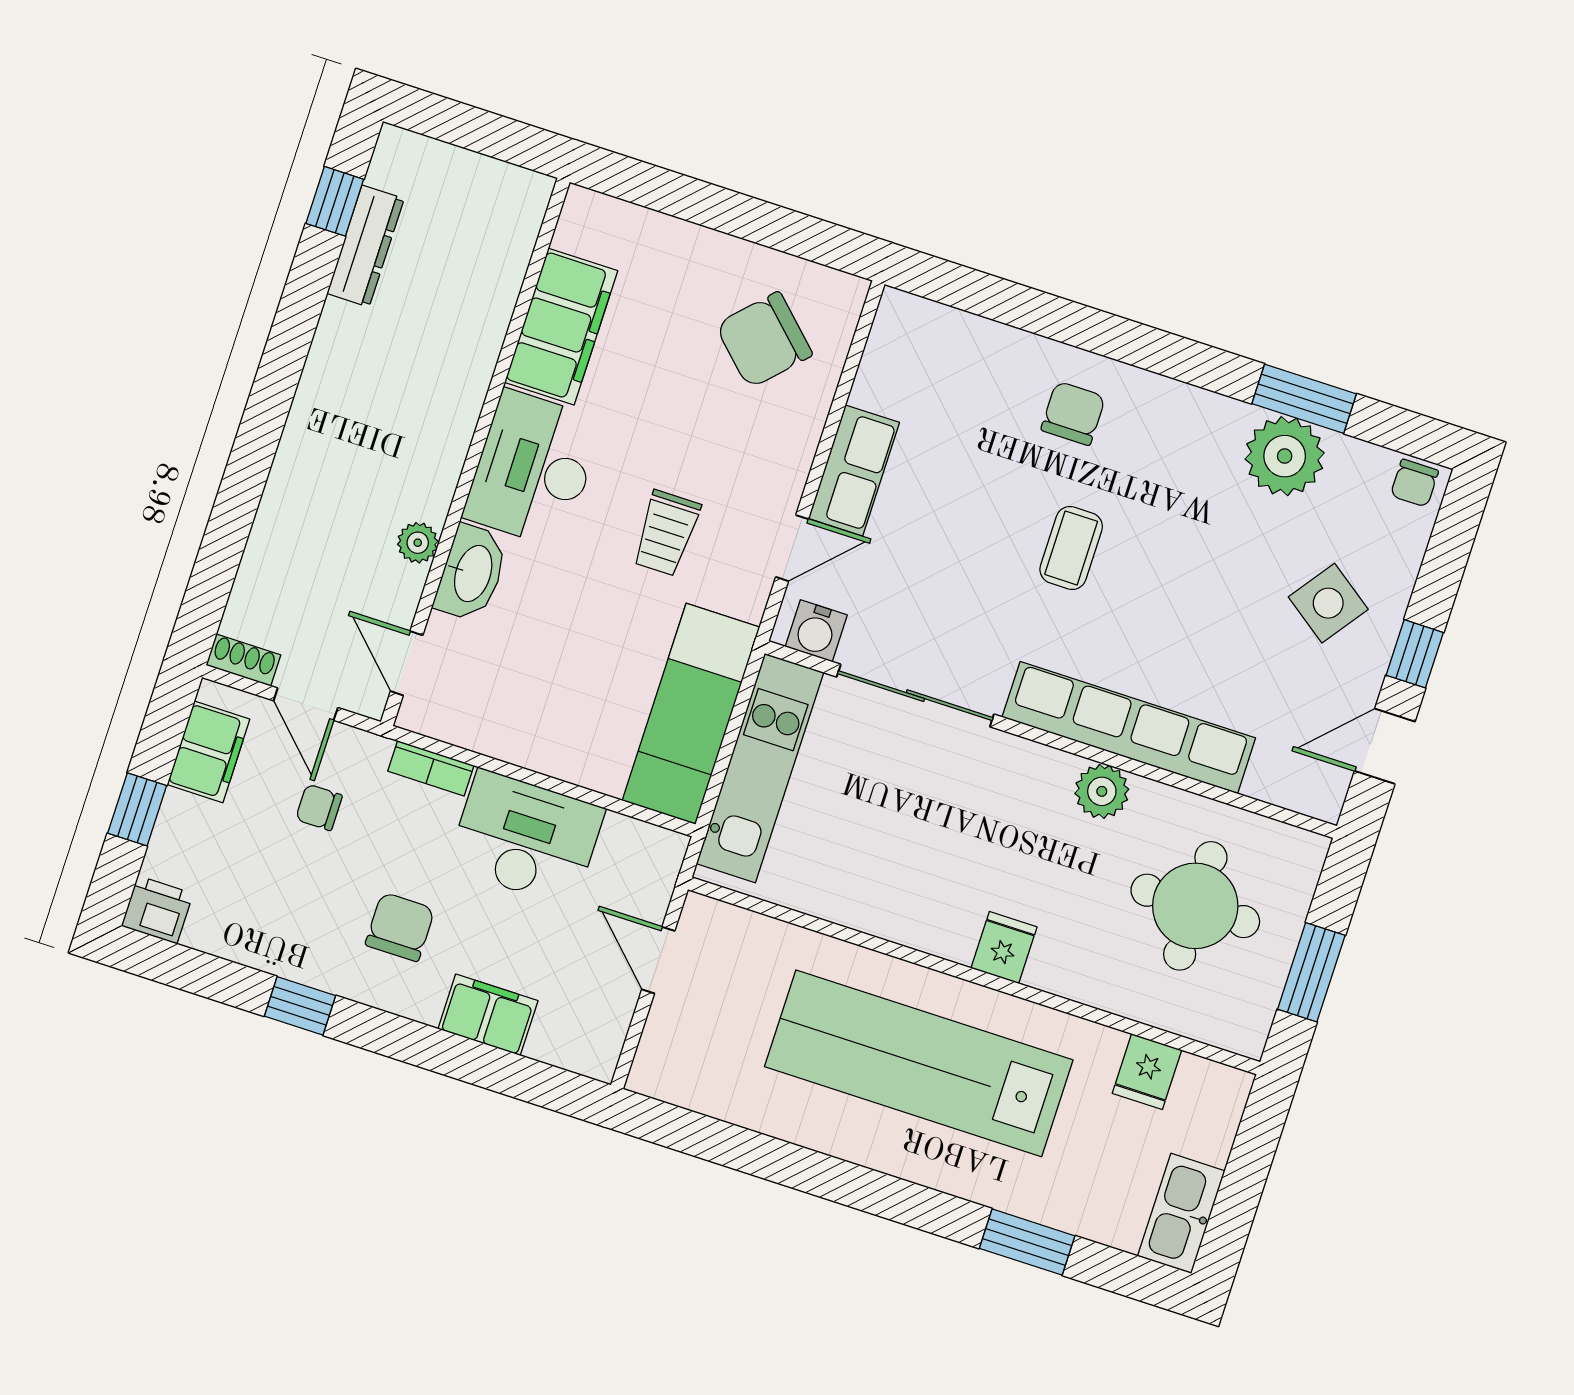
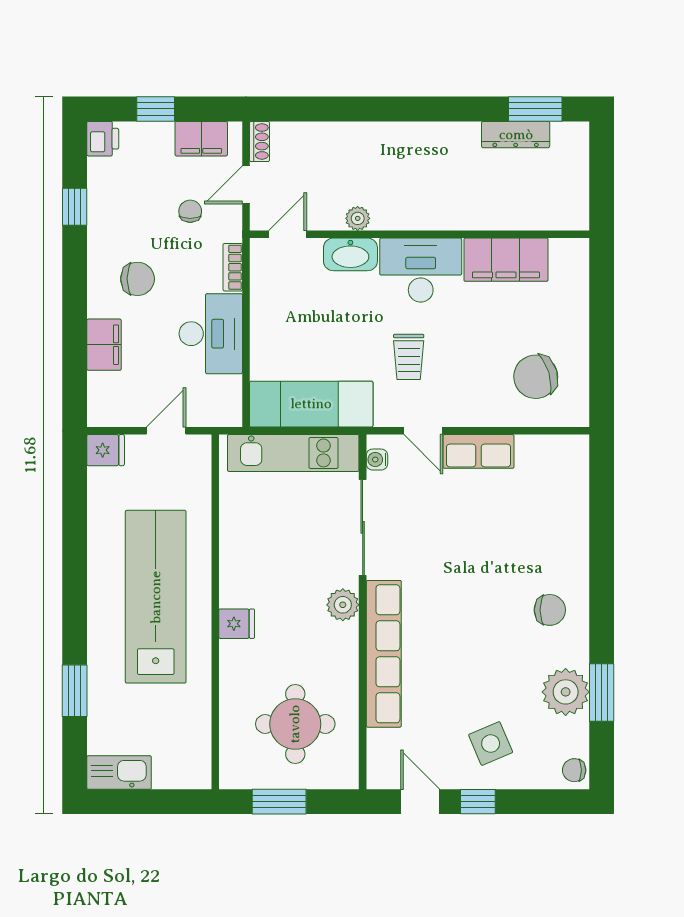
window: (335, 201) -> (535, 109), width x1.50
chair: (764, 340) -> (536, 377), turned -61
chair: (1073, 413) -> (550, 610), moved
trolley: (666, 533) -> (409, 357), turned -90
coffee table: (1071, 548) -> (475, 588), removed
side table: (1328, 603) -> (491, 744), turned 31
water cooler: (816, 631) -> (377, 460), width x0.72, depth x0.72
plant: (1102, 791) -> (343, 605), moved
window: (300, 1006) -> (75, 207), moved
fridge: (1147, 1072) -> (106, 450), moved, turned 180

